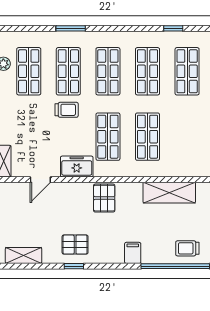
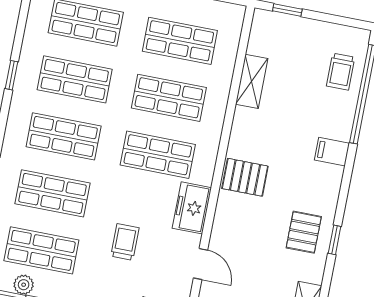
window: (173, 28) -> (11, 75), moved
trolley: (67, 110) -> (125, 242), moved
shop shelf: (187, 137) -> (180, 41), added
shelving: (169, 193) -> (252, 81), width x0.67, depth x0.75

